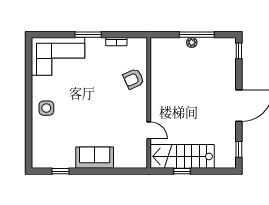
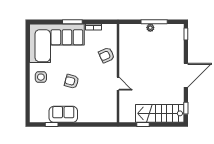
corner sofa: (58, 56) -> (57, 43), width x1.36, depth x1.36
armchair: (87, 114) -> (72, 81), added
door: (149, 130) -> (118, 84), moved
stairs: (182, 156) -> (160, 113), moved
sofa: (95, 158) -> (63, 114), moved

